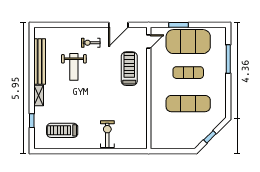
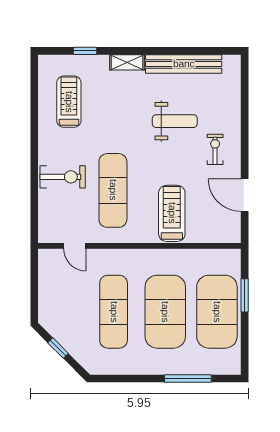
door: (149, 41) -> (75, 246), moved
weight bench: (74, 67) -> (175, 121), turned 180
treadmill: (129, 69) -> (172, 213), turned -90
exercise mat: (188, 73) -> (165, 312), width x2.00, depth x1.45
exercise mat: (115, 104) -> (113, 190), added

